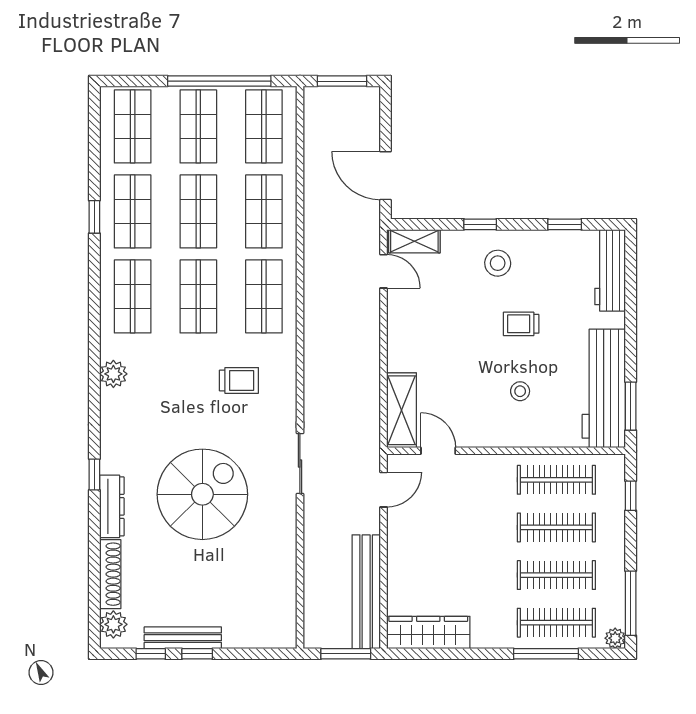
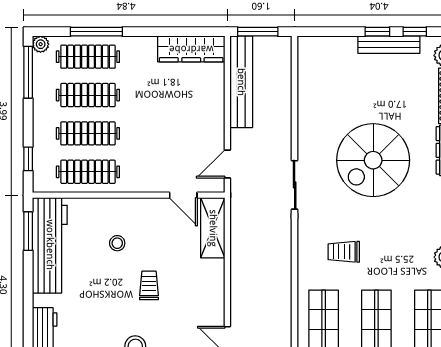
trolley: (521, 324) -> (149, 285), moved, turned -90

